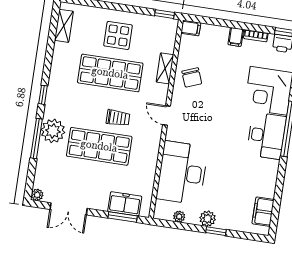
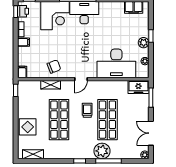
display table: (118, 35) -> (28, 127), moved
freezer: (125, 204) -> (138, 87), moved, turned -90
double door: (69, 209) -> (151, 133), swing flipped

